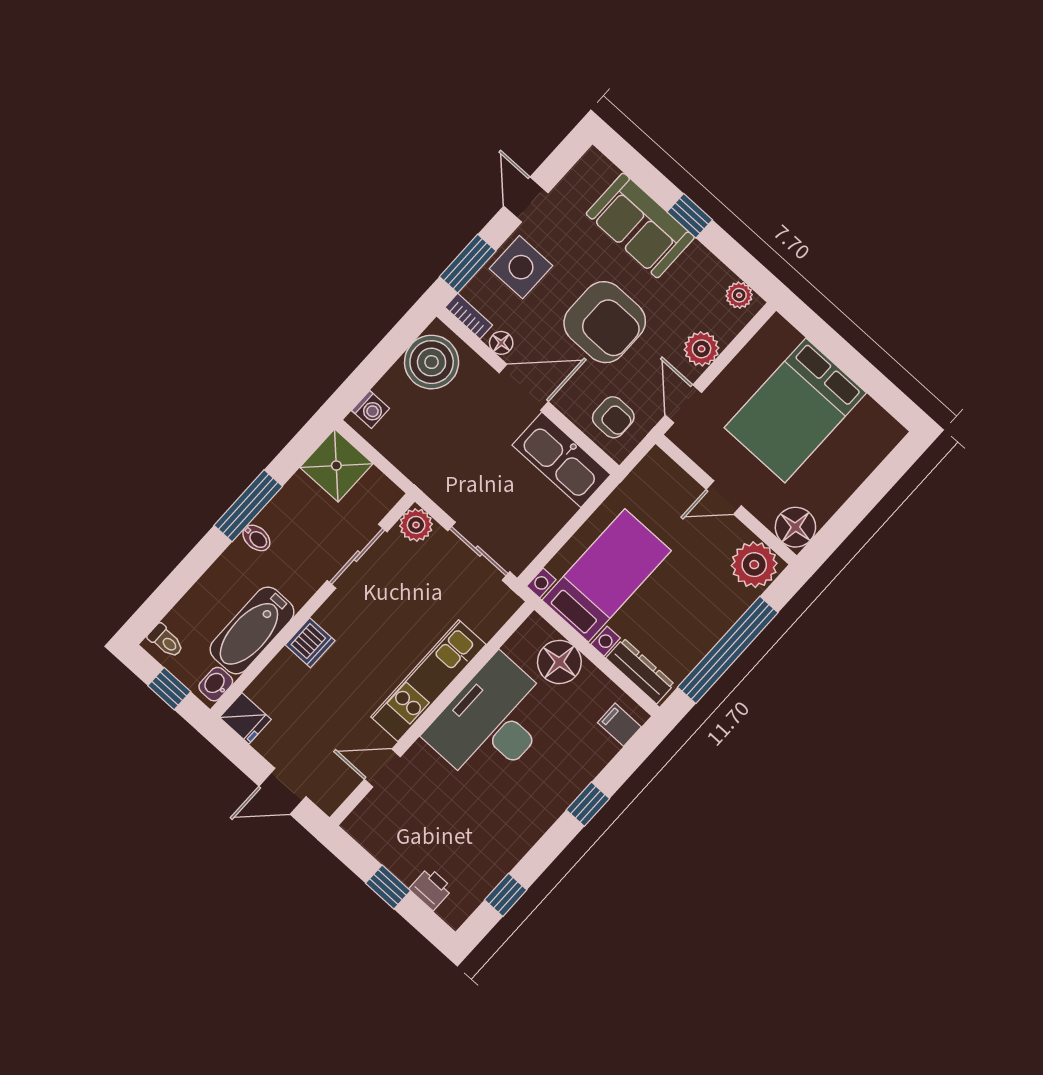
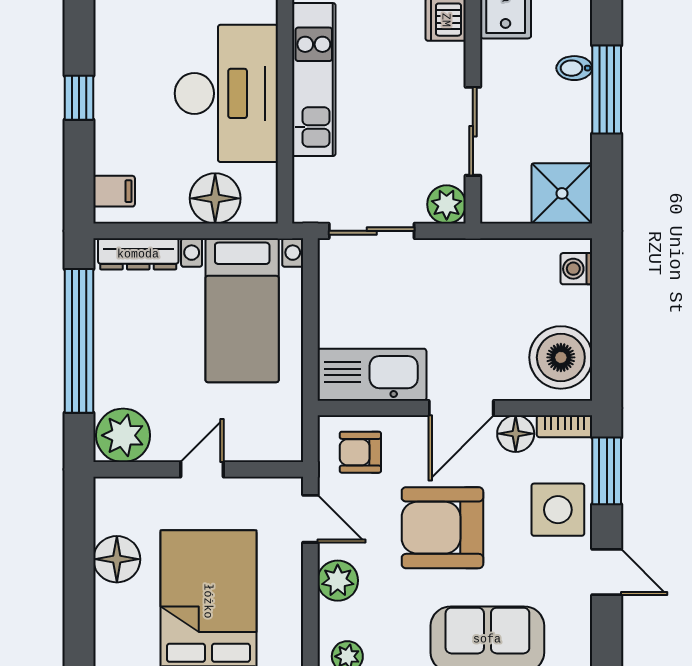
floor lamp: (501, 343) -> (516, 434), width x1.37, depth x1.37
floor lamp: (795, 527) -> (117, 559), moved

